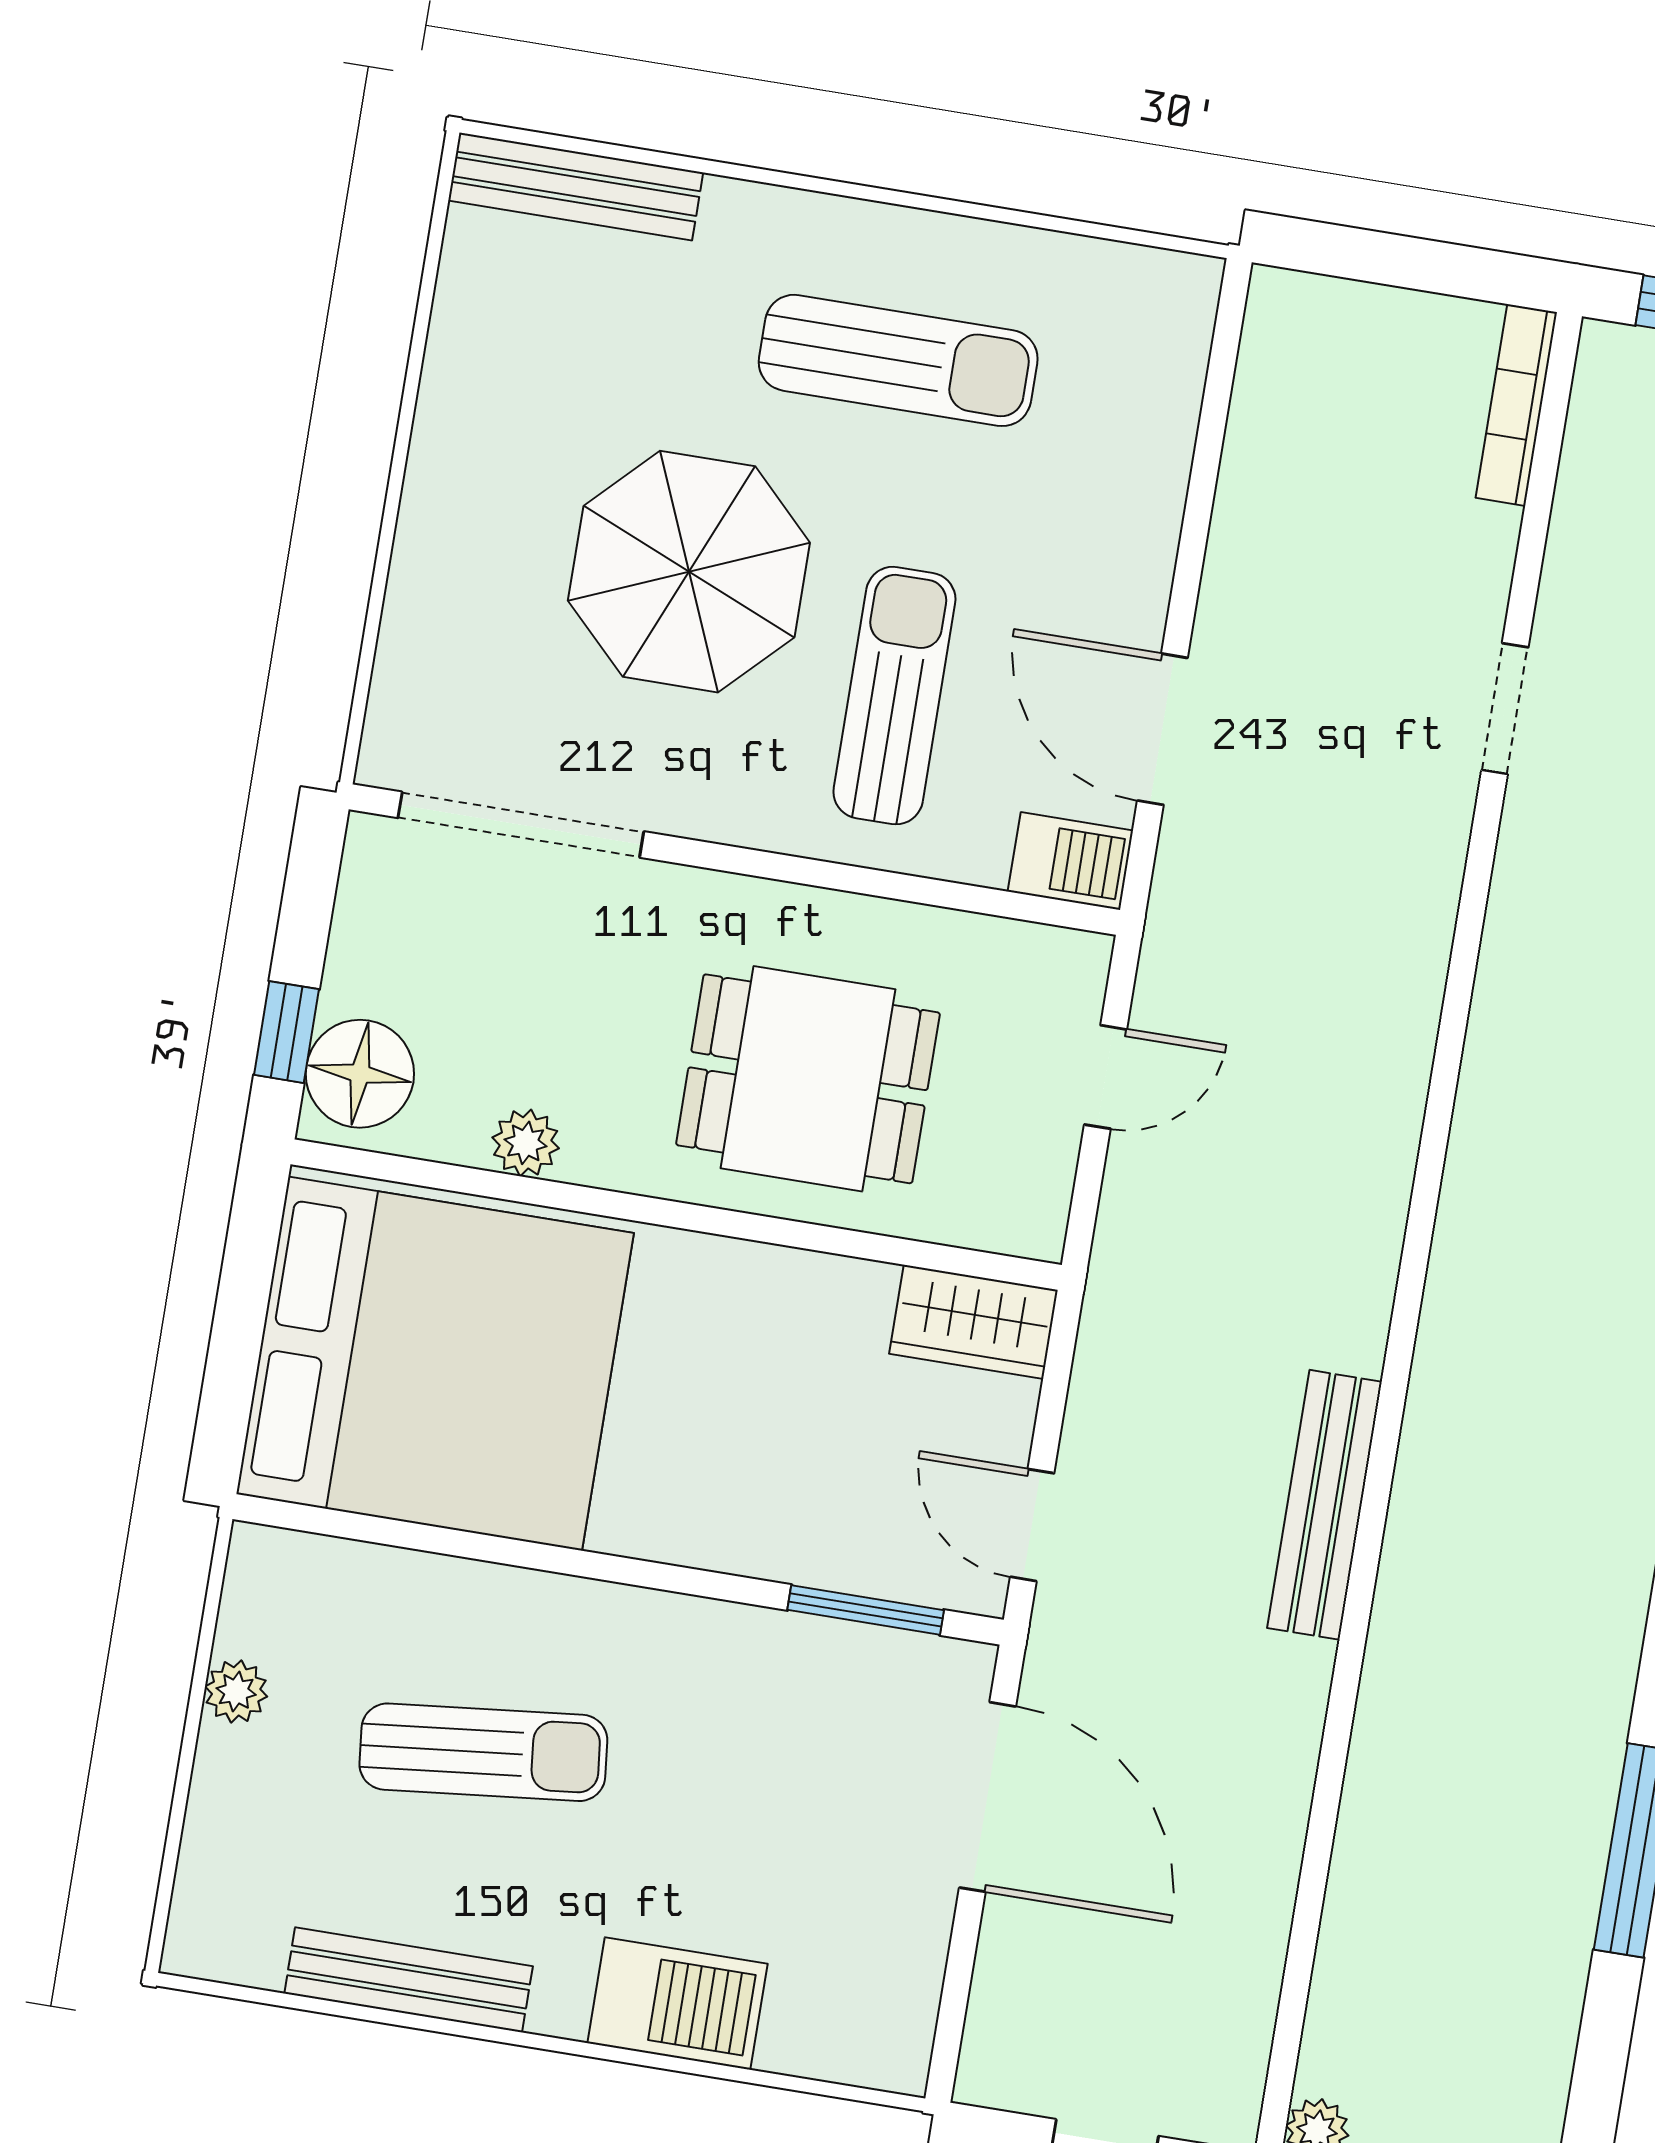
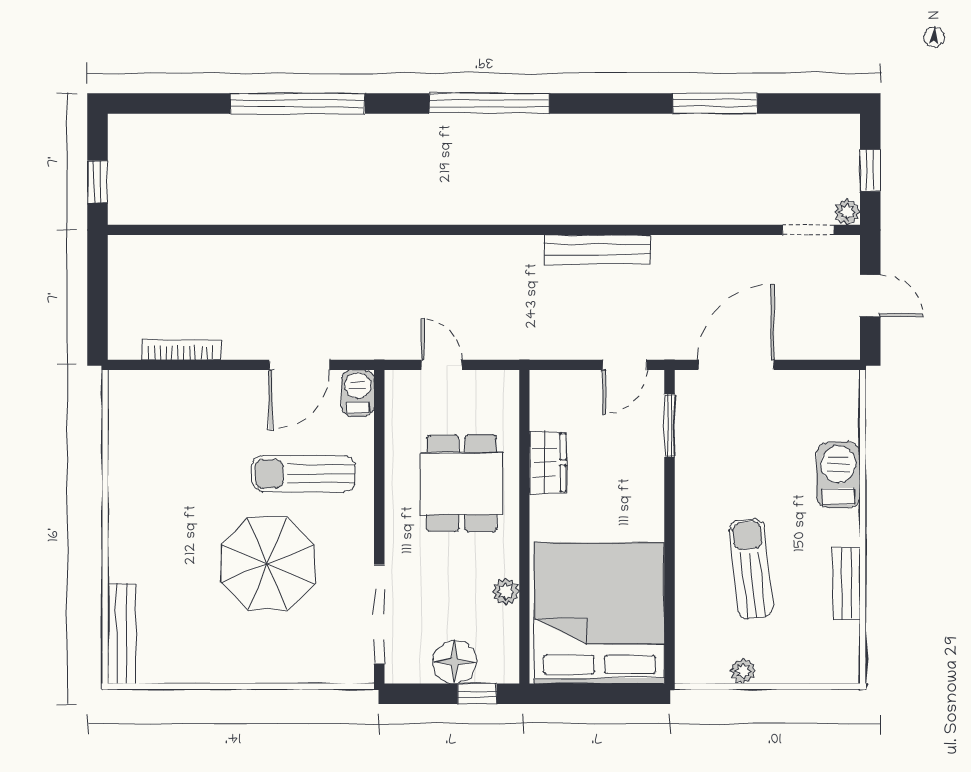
sun lounger: (898, 360) -> (170, 494), removed
bookcase: (1516, 405) -> (181, 350), moved, turned 180
doorway: (1505, 708) -> (808, 230), moved
floor lamp: (360, 1074) -> (455, 662), moved
wardrobe: (974, 1322) -> (548, 462), moved
bench: (409, 1980) -> (846, 583), width x0.73

